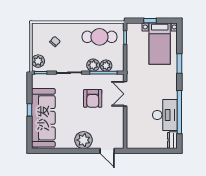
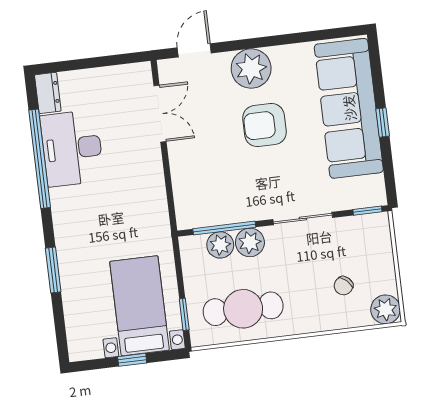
bed with nightstands: (160, 44) -> (139, 306), moved
plant: (38, 61) -> (385, 309), moved
double door: (125, 94) -> (160, 114), moved
armchair: (93, 98) -> (264, 125), moved, turned -90
door: (107, 151) -> (194, 50), hinge flipped

